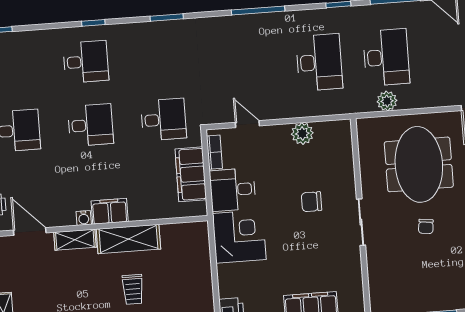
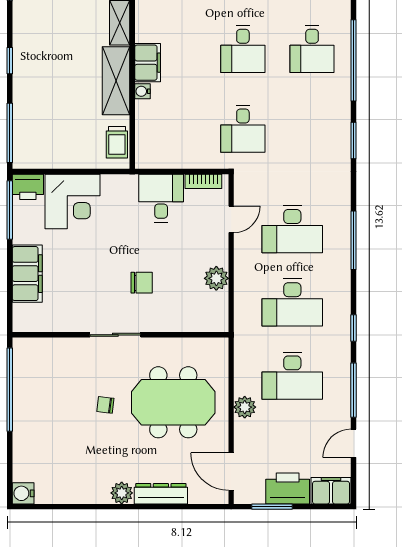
window: (93, 23) -> (354, 60), width x3.17
desk: (252, 67) -> (292, 229), added
plant: (387, 101) -> (245, 407), moved
filing cabinet: (191, 174) -> (181, 154), removed
chair: (311, 202) -> (142, 283), turned 90
water cooler: (84, 218) -> (142, 91), moved
corner desk: (239, 237) -> (73, 201), moved
trolley: (133, 289) -> (117, 142), moved, turned -90

